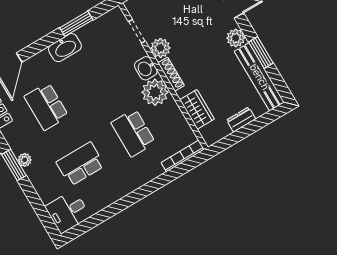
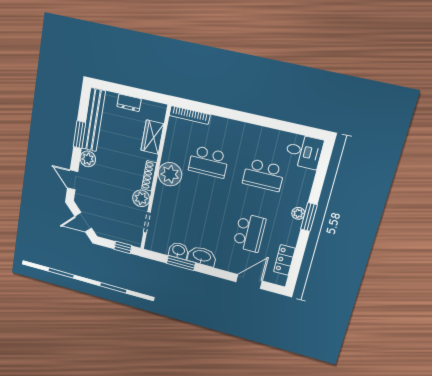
washbasin: (146, 68) -> (178, 251), moved, turned -90
school desk: (133, 133) -> (208, 162), turned 90

